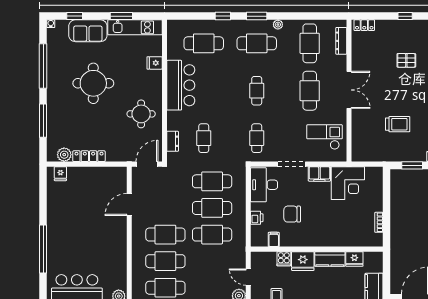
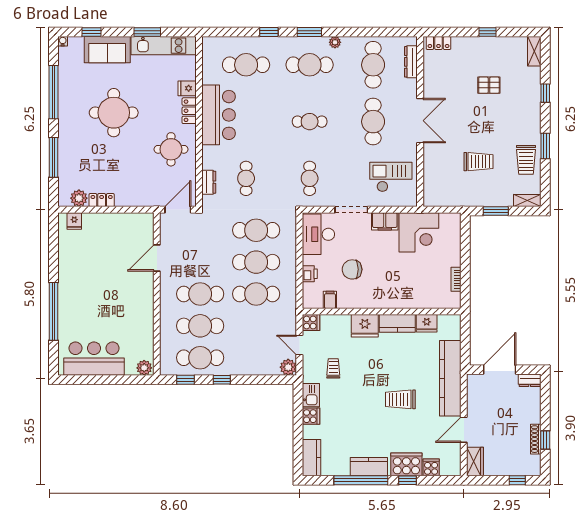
locker: (156, 82) -> (189, 111), added
cafe table: (257, 91) -> (310, 122), turned 90
locker: (89, 156) -> (102, 200), width x0.66
cooker: (284, 259) -> (311, 322), moved, turned -90

